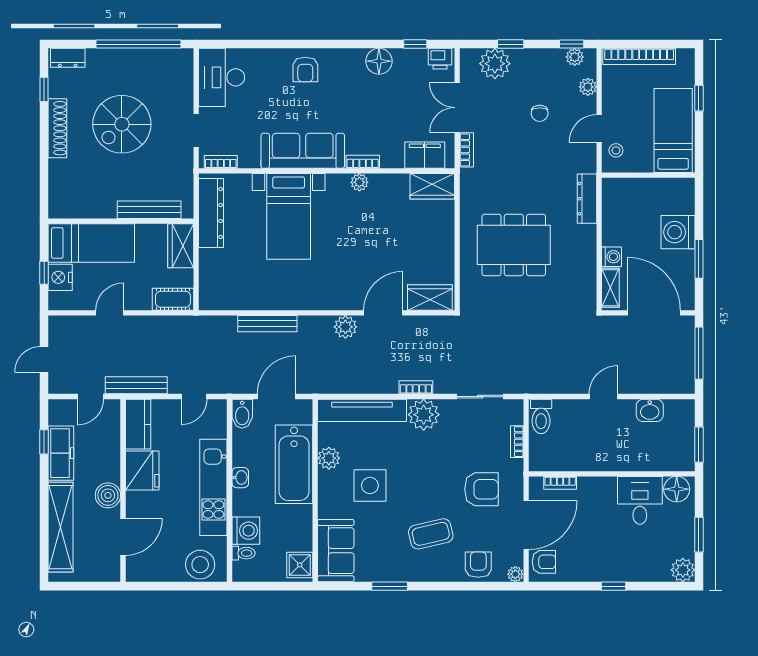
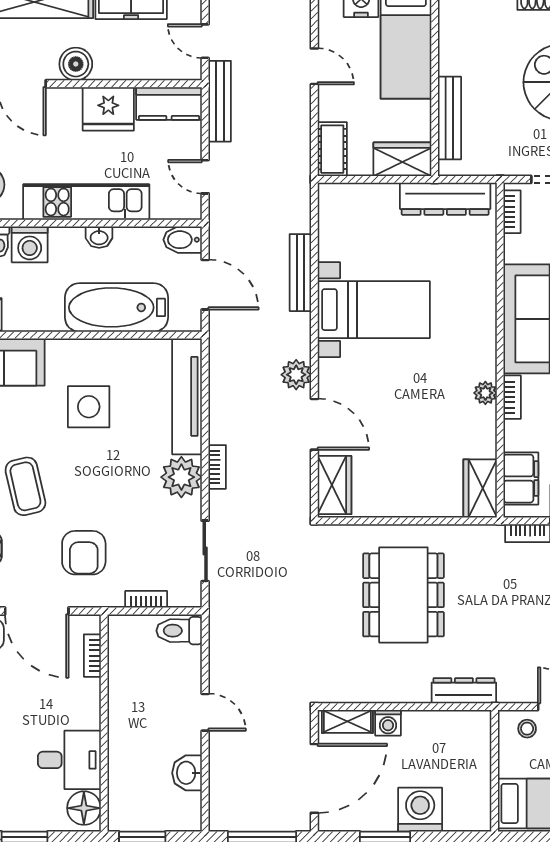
bed with nightstands: (289, 216) -> (374, 310), moved, turned 180
plant: (329, 458) -> (124, 353), removed

